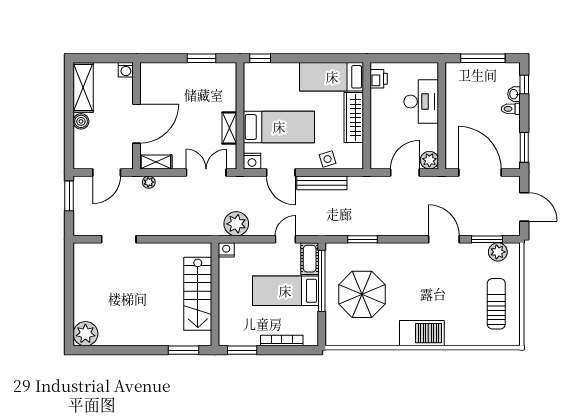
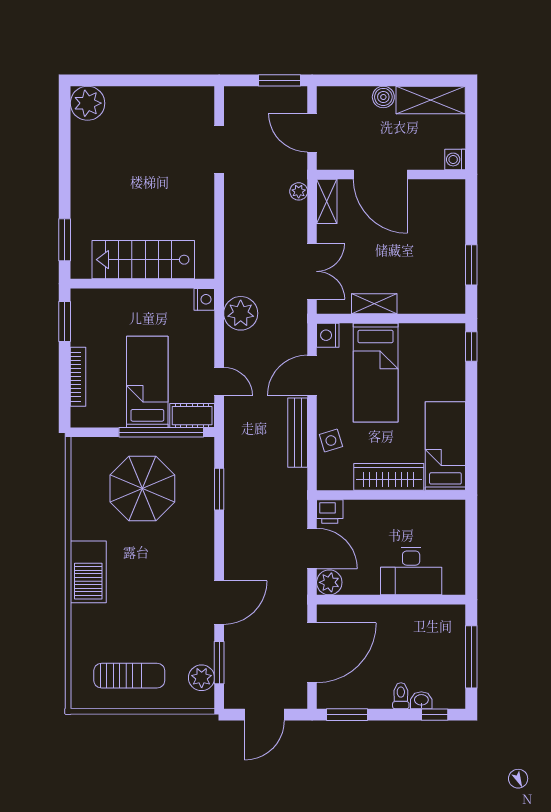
printer: (379, 79) -> (330, 512), moved

